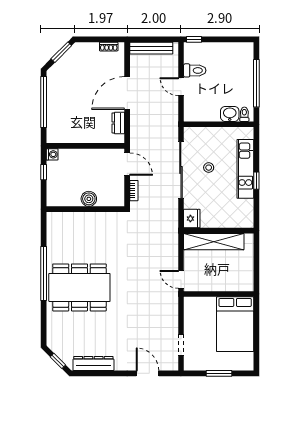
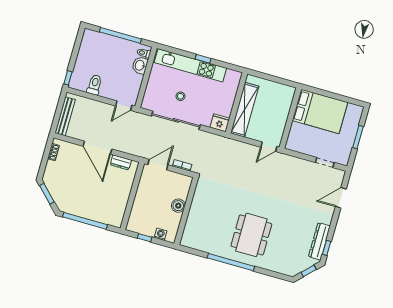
door: (181, 87) -> (124, 106), moved
washing machine: (52, 154) -> (160, 234), moved
kitchen unit: (245, 169) -> (190, 65), width x1.36
dining table: (79, 287) -> (251, 235), width x0.73, depth x0.80
window: (89, 373) -> (327, 248), added

